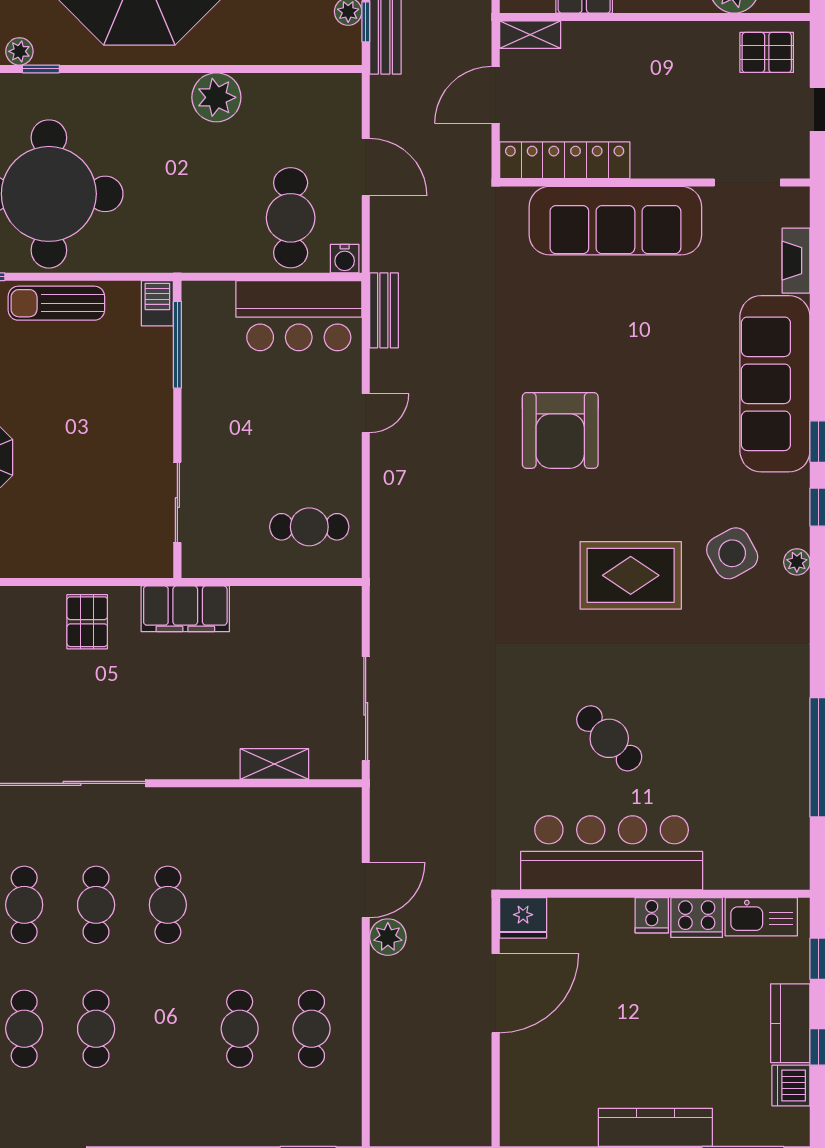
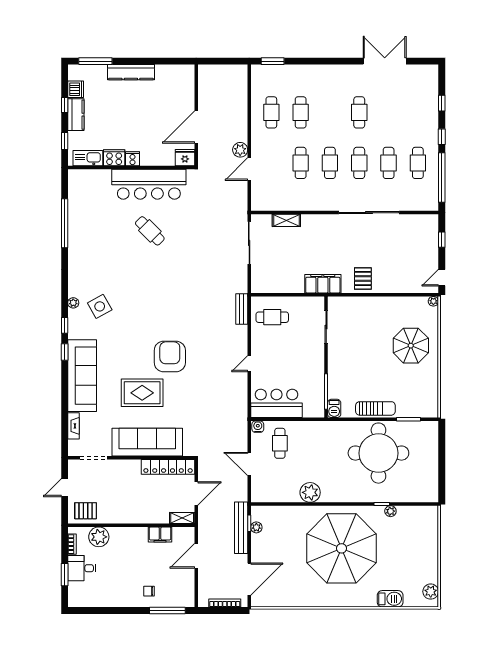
cafe table: (291, 218) -> (280, 443), width x0.73, depth x0.74
bench: (384, 310) -> (242, 309), moved
rug: (631, 575) -> (142, 393), moved
cafe table: (24, 1029) -> (301, 163), moved

